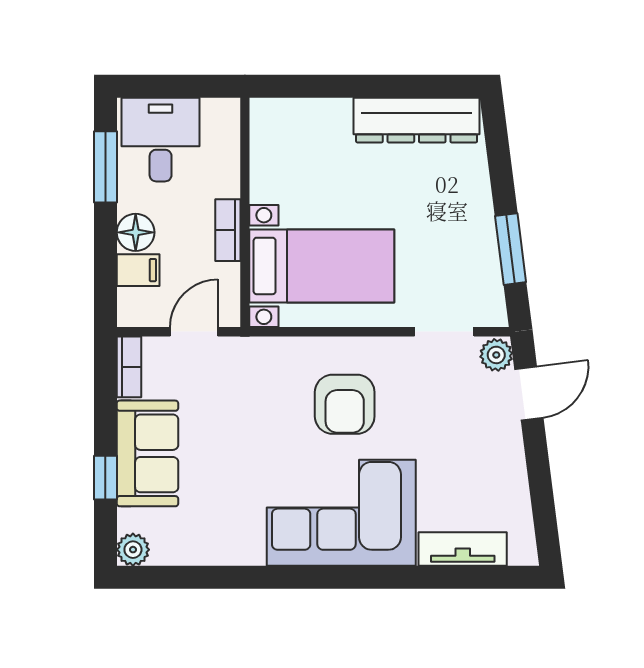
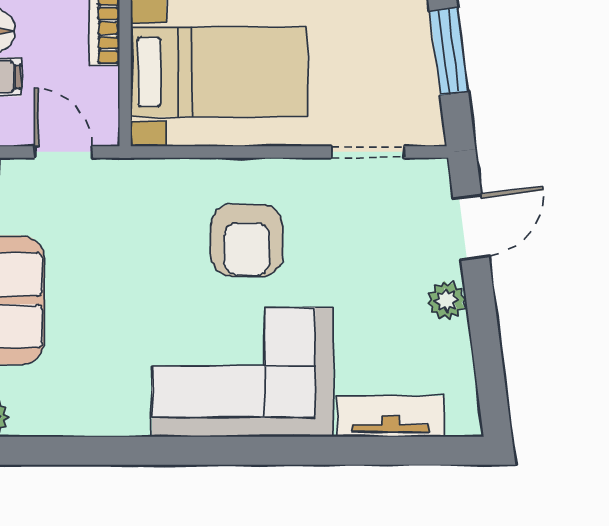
door: (194, 332) -> (63, 152), hinge flipped
plant: (496, 355) -> (447, 301), moved

